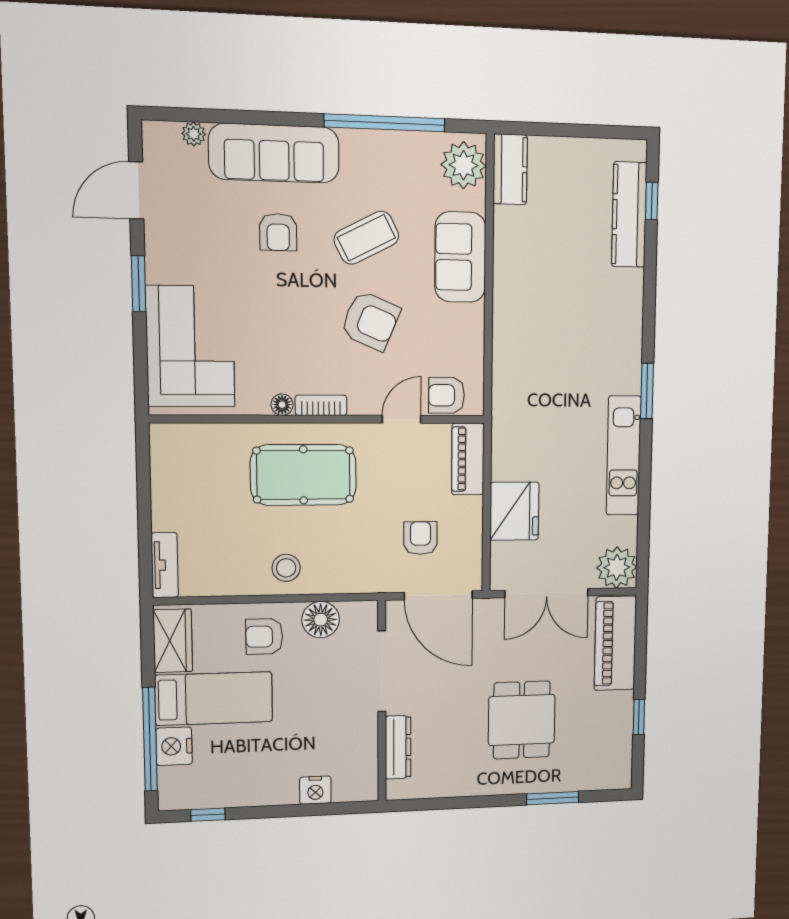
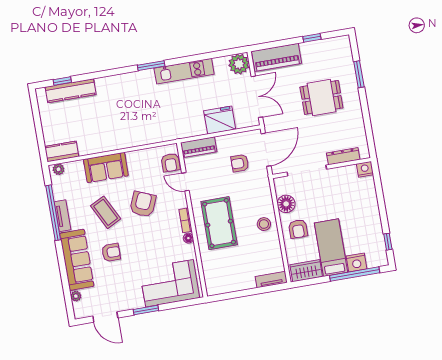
tv unit: (374, 142) -> (63, 216), added
plant: (464, 165) -> (59, 169), width x0.53, depth x0.53
nightstand: (315, 790) -> (365, 169), moved, turned -90

